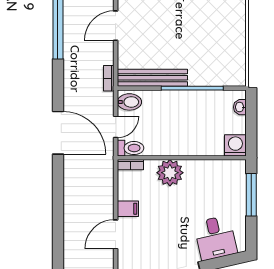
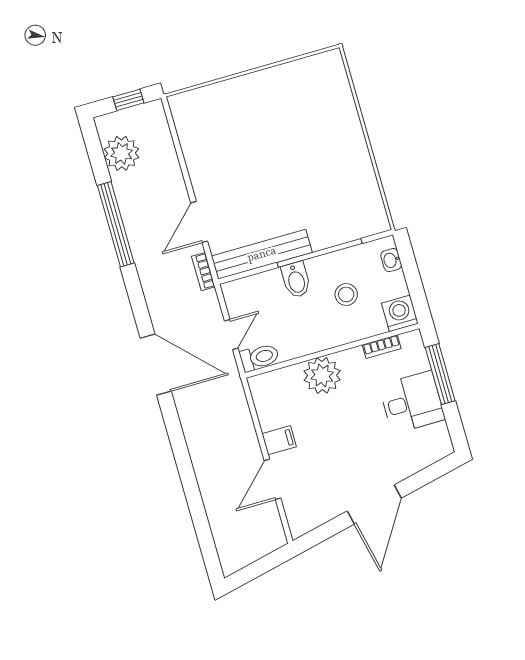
door: (116, 26) -> (199, 222), moved
bidet: (129, 102) -> (296, 280), moved, turned 90
stool: (202, 122) -> (346, 294), added
bookcase: (130, 165) -> (382, 347), moved
desk: (216, 238) -> (412, 402), moved, turned -77

